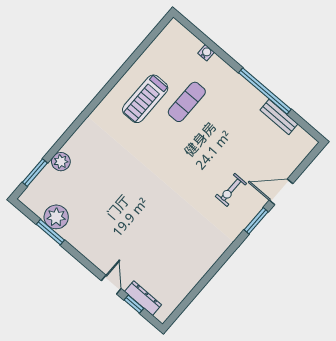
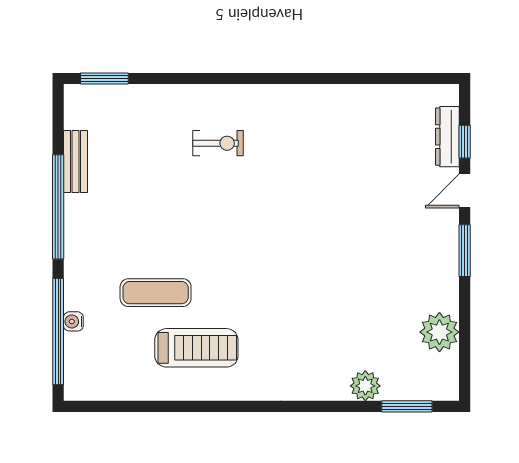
window: (207, 42) -> (58, 332), added
door: (281, 192) -> (167, 78), removed
window: (256, 221) -> (104, 78), moved
window: (50, 232) -> (465, 251), moved

